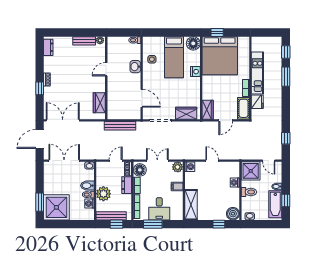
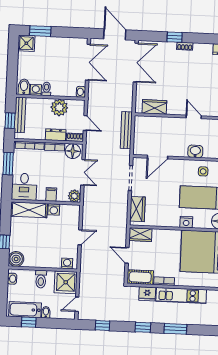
window: (286, 52) -> (143, 327), moved
washing machine: (190, 167) -> (54, 209), moved
washing machine: (235, 183) -> (67, 264), moved
bidet: (87, 186) -> (24, 87), moved
plant: (103, 194) -> (59, 107), moved
shower: (56, 207) -> (26, 43), width x0.54, depth x0.54
desk: (159, 209) -> (24, 187), moved, turned -90

